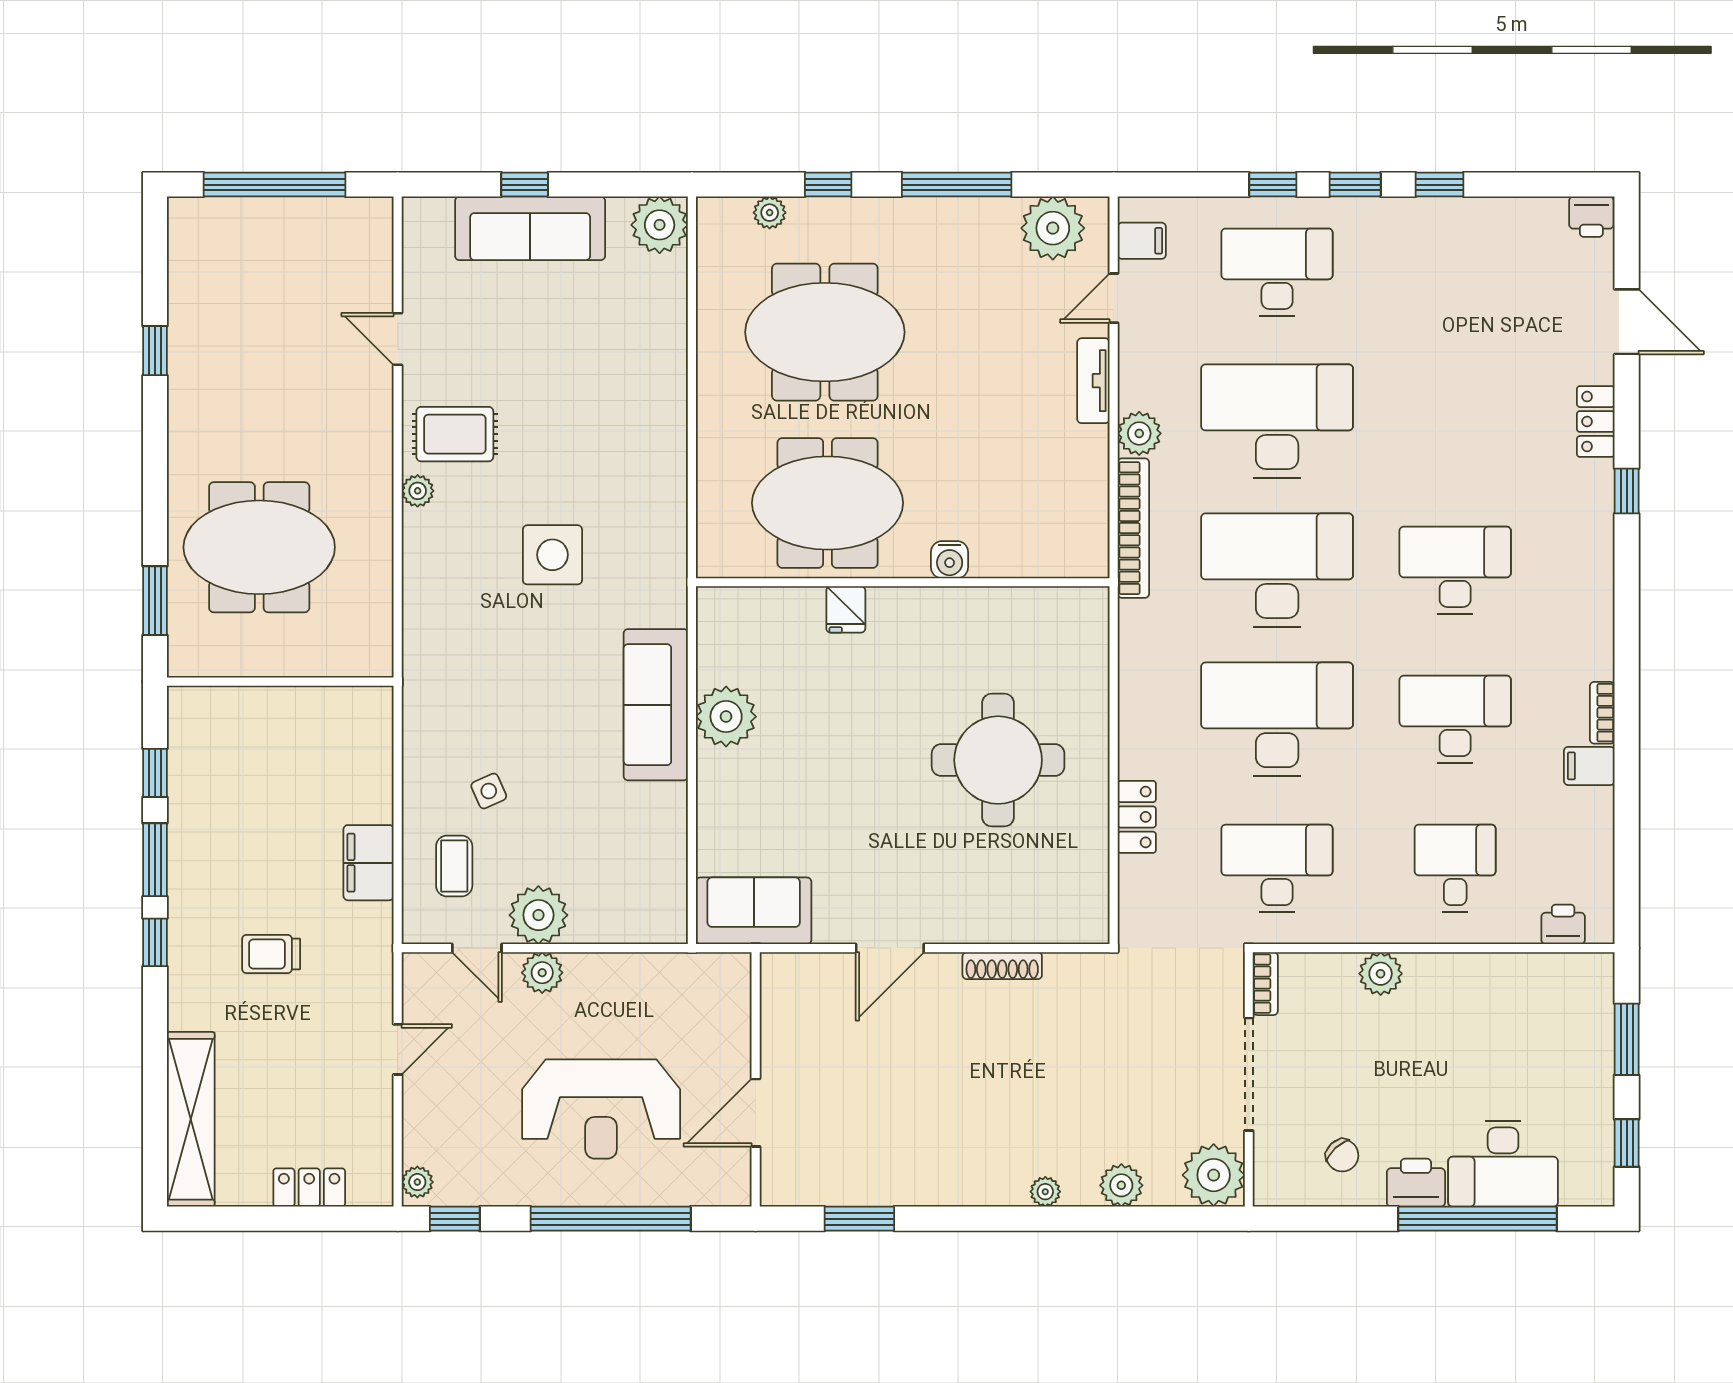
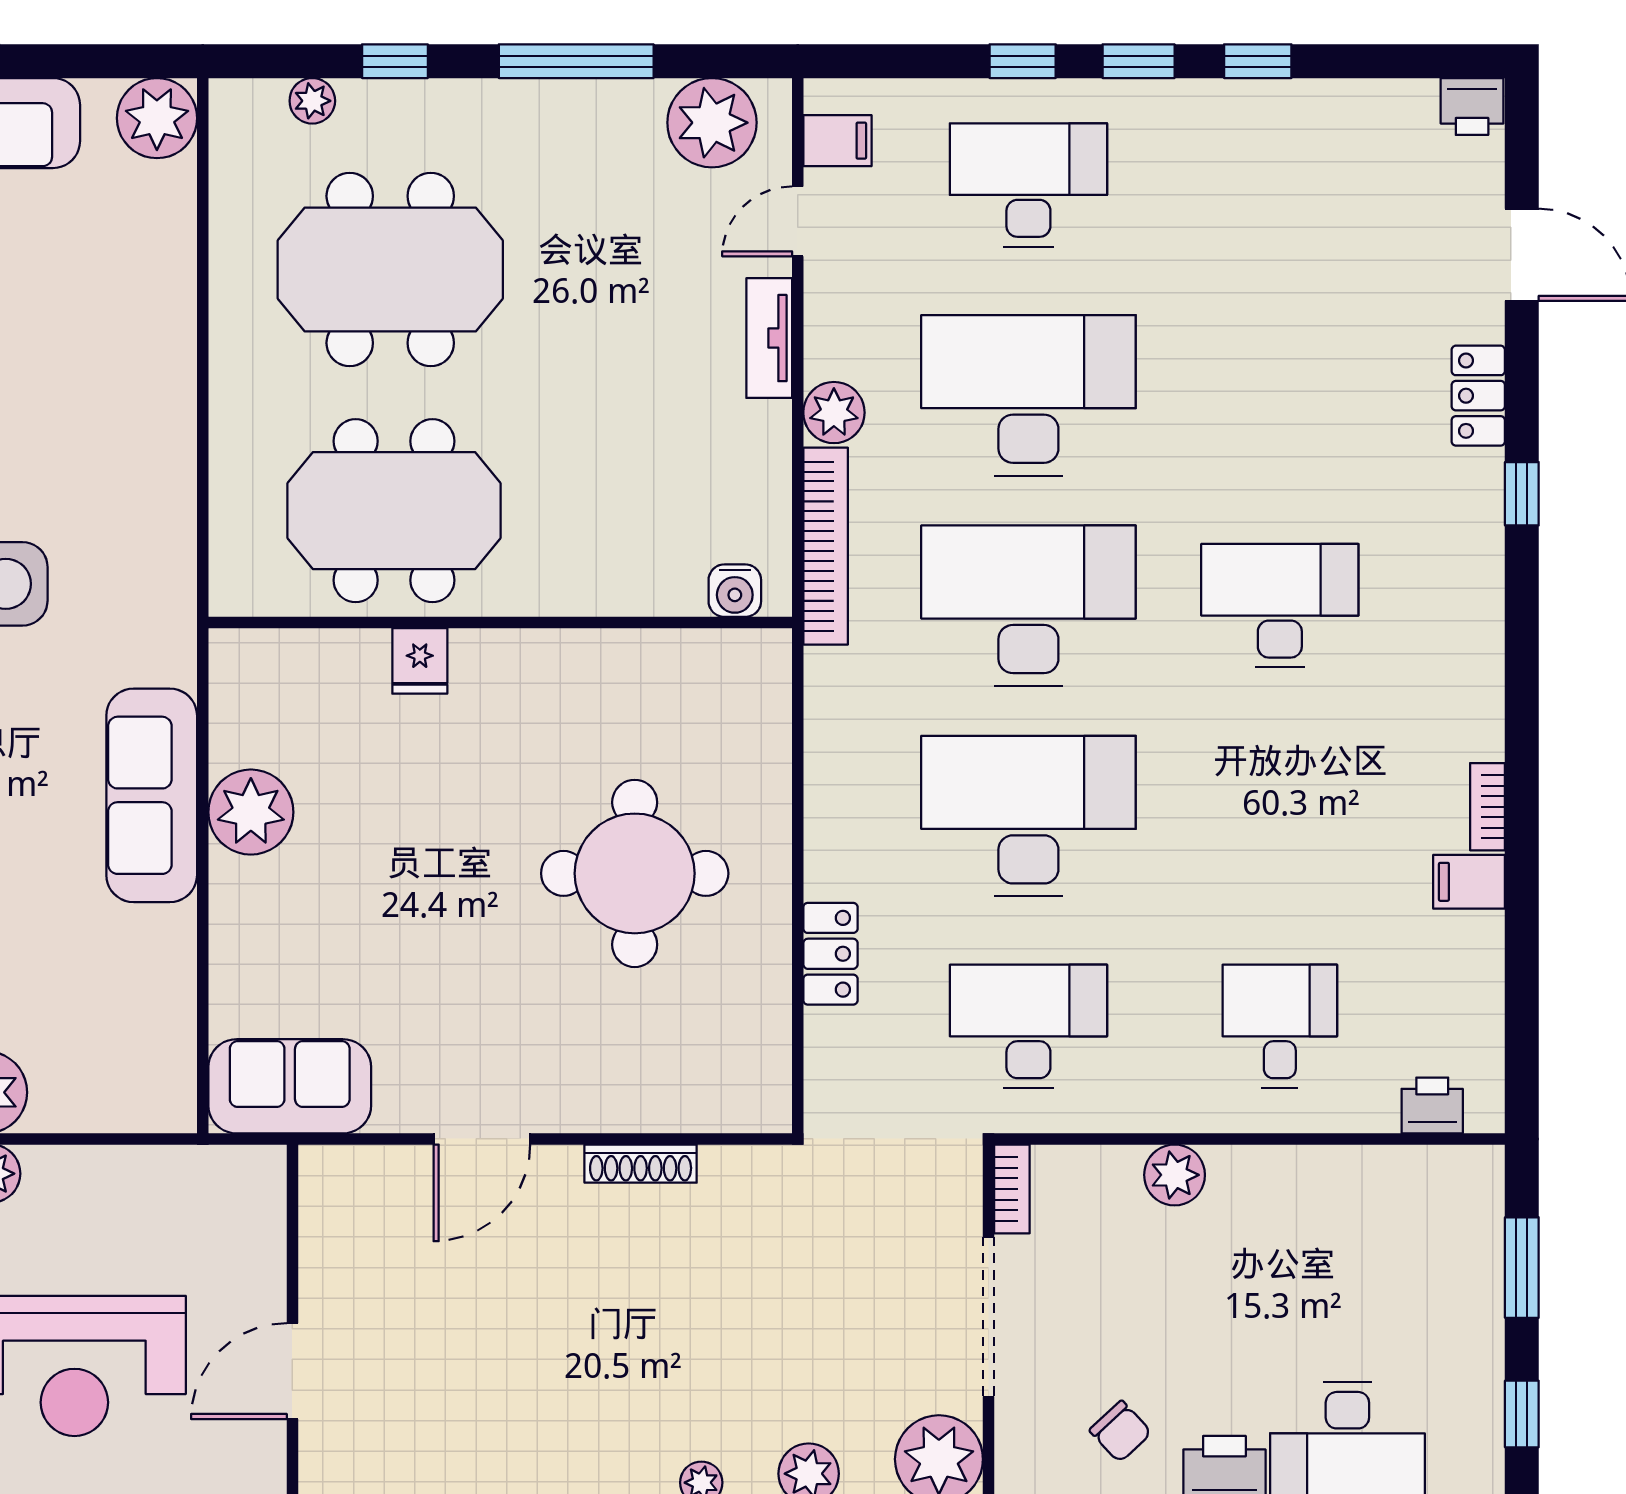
water cooler: (950, 560) -> (735, 591), moved
desk: (1455, 719) -> (1280, 816), removed

